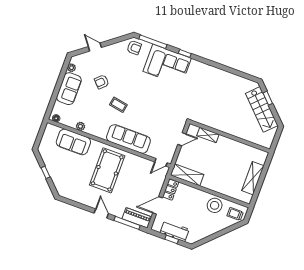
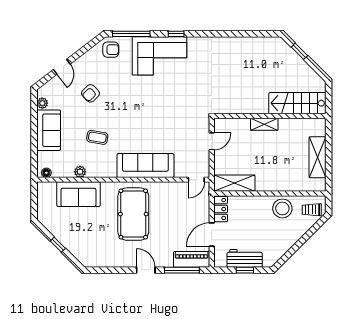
door: (95, 47) -> (62, 67), swing flipped
armchair: (102, 82) -> (90, 93), moved
coffee table: (118, 105) -> (97, 137), moved
stairs: (262, 109) -> (297, 103), moved, turned 135
shelving: (208, 135) -> (264, 124), moved

